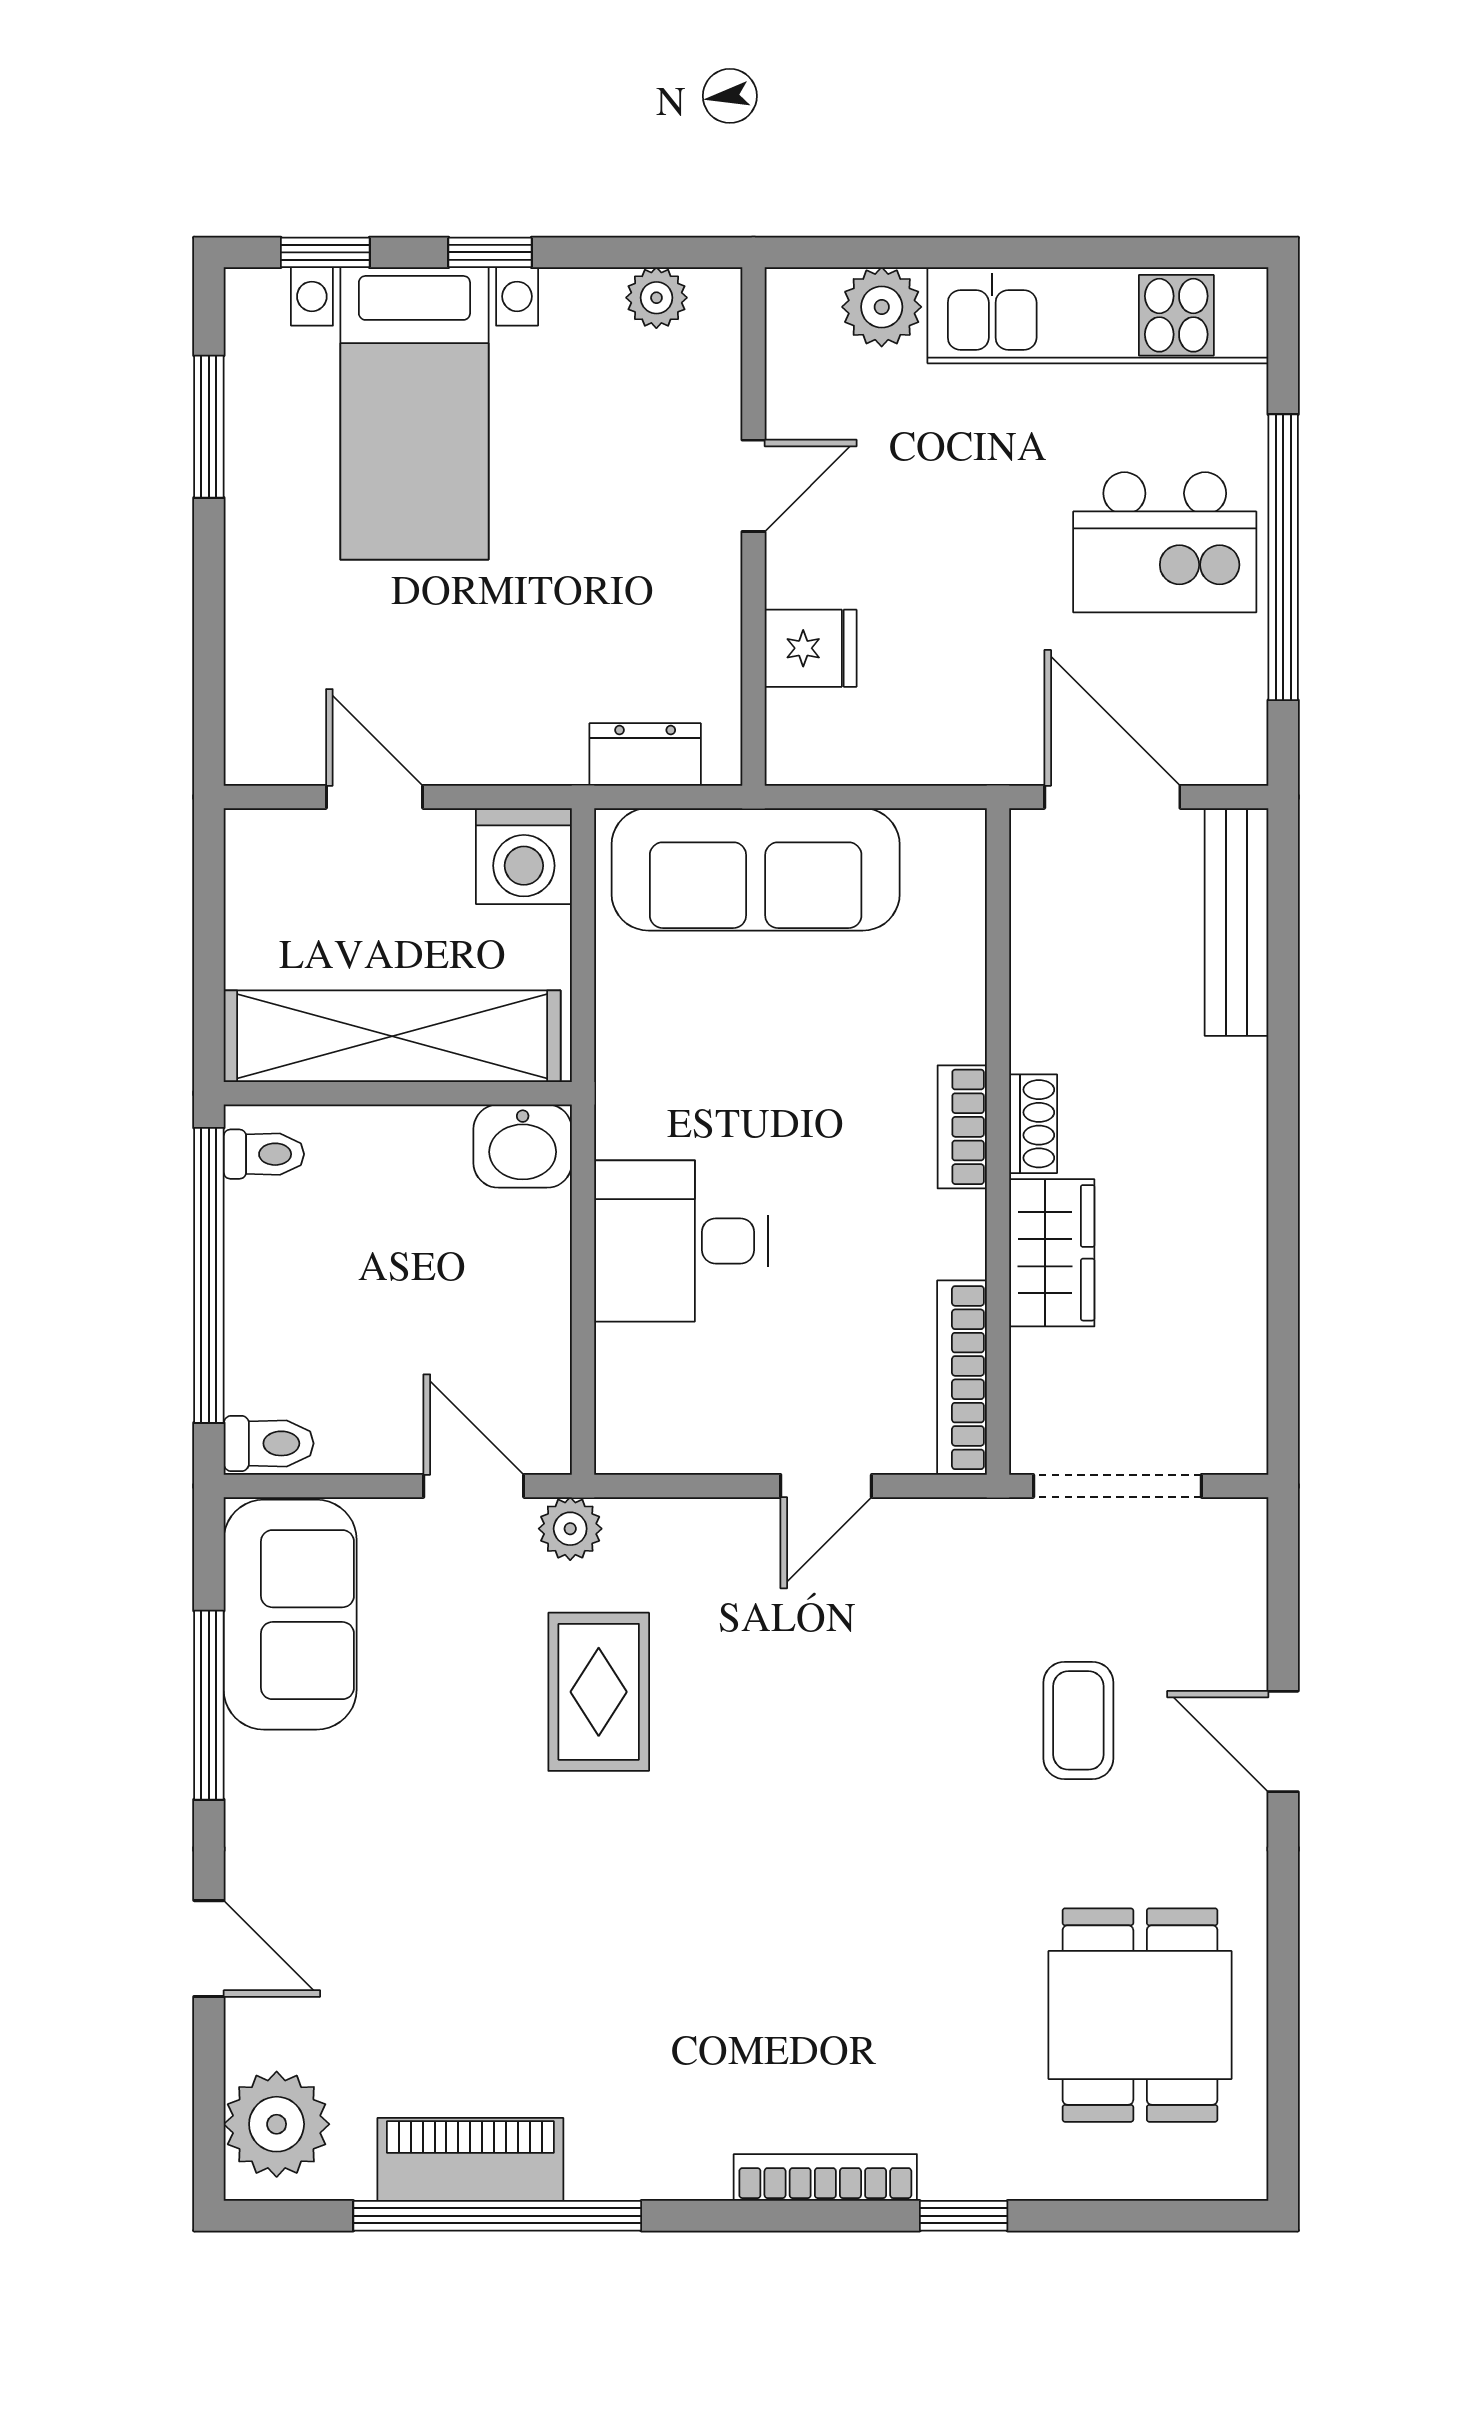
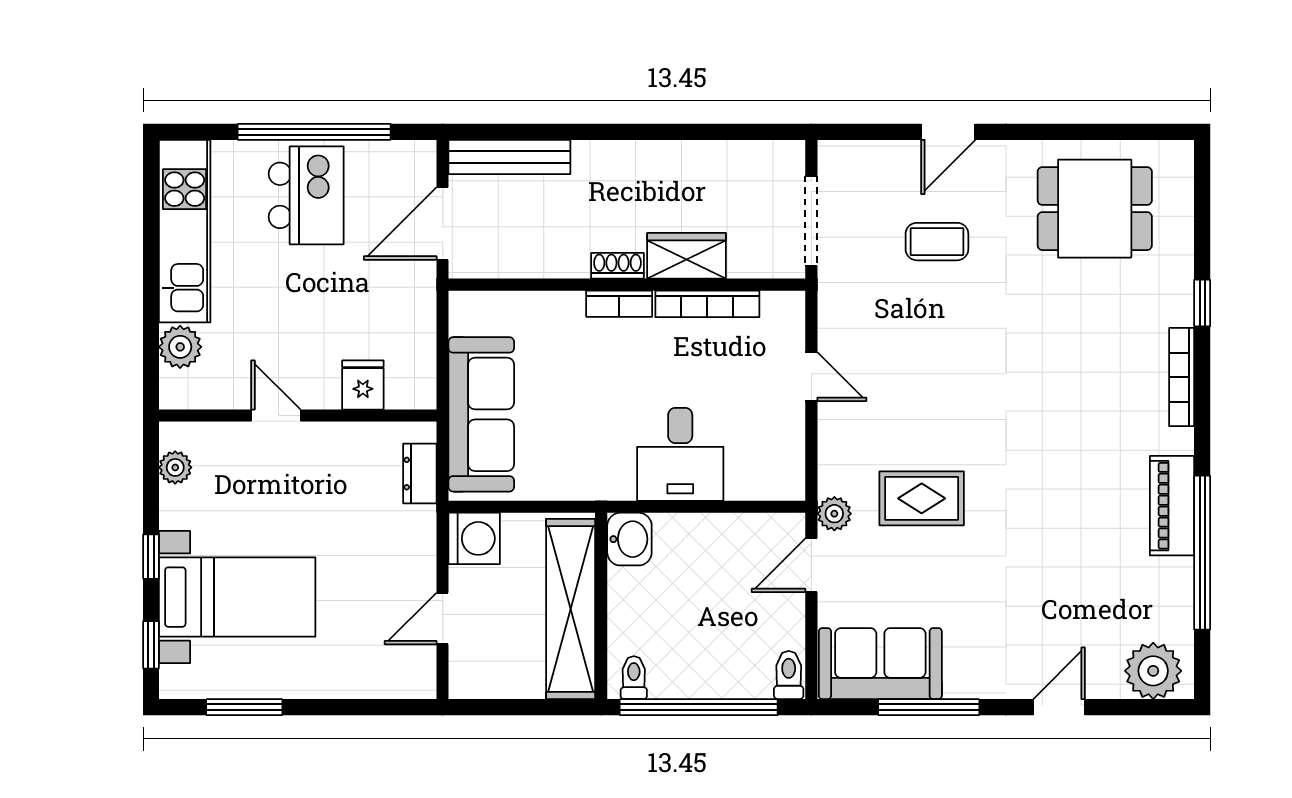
bookcase: (962, 1378) -> (707, 304), moved
piano: (470, 2159) -> (1172, 506), moved

